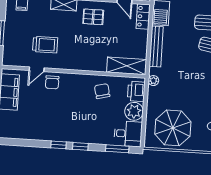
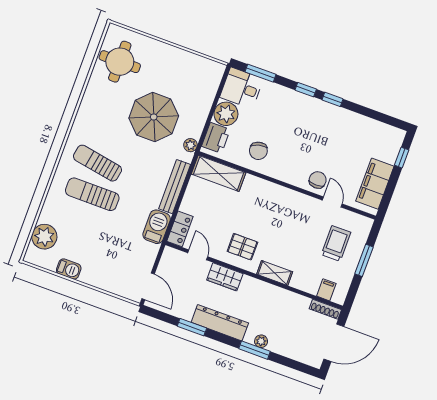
trolley: (45, 45) -> (336, 243), moved, turned 90
door: (37, 69) -> (332, 202), hinge flipped
parasol: (173, 128) -> (154, 117), moved

